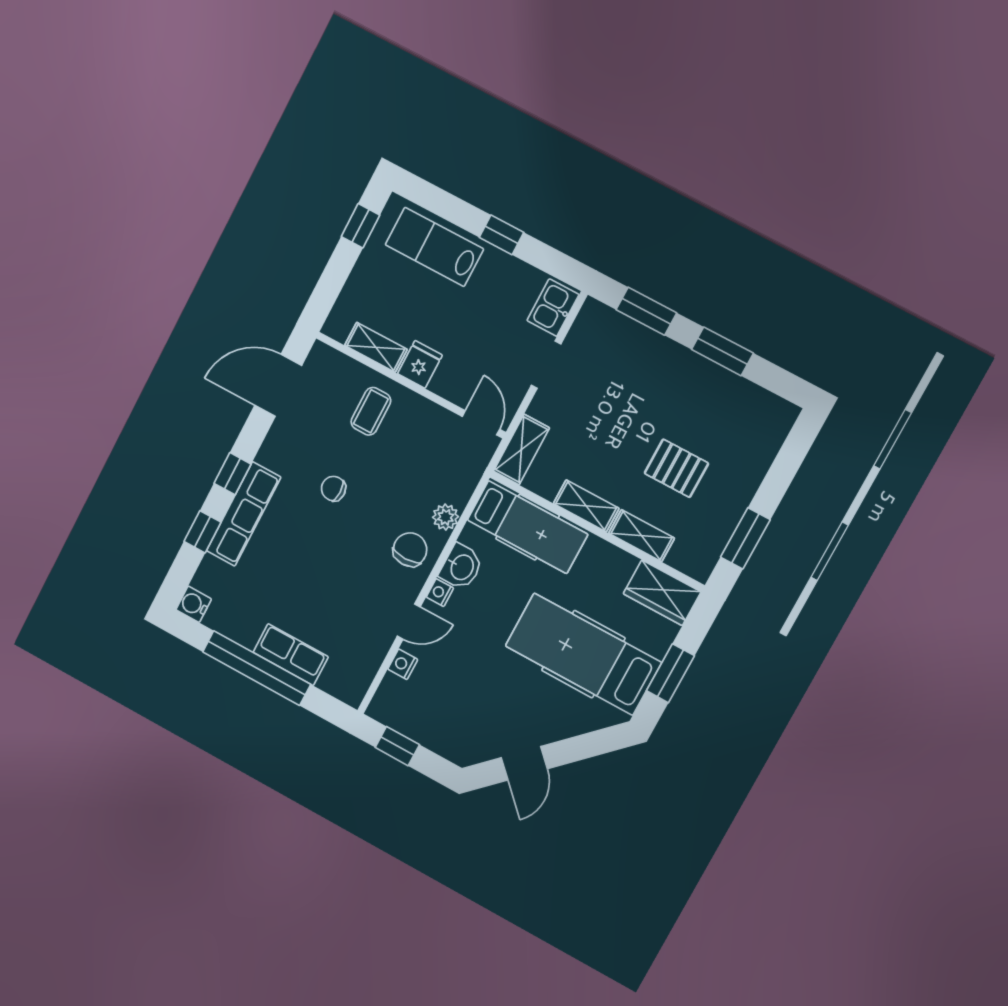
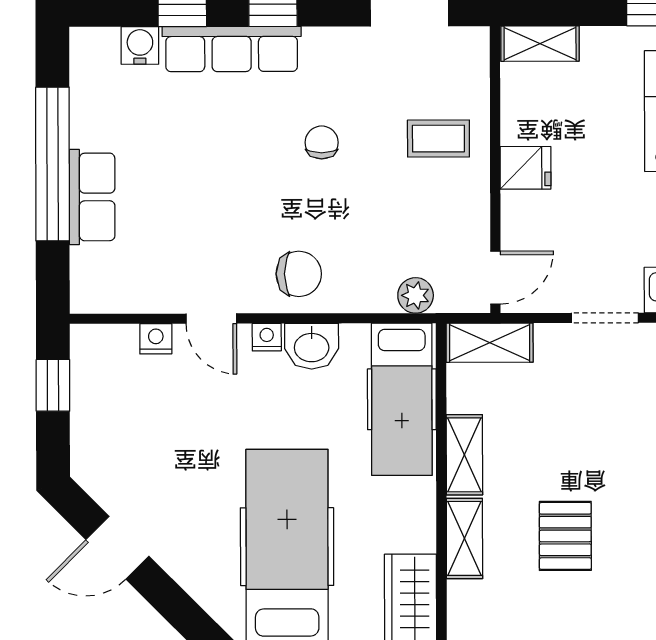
shelving: (376, 347) -> (540, 44), moved, turned 90
plant: (446, 517) -> (416, 295), moved
water cooler: (194, 604) -> (140, 45), moved

